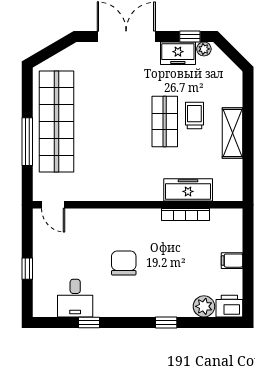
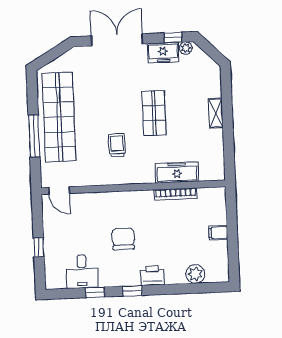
trolley: (194, 116) -> (117, 145), moved
shelving: (232, 133) -> (216, 113), width x0.67, depth x0.75
printer: (229, 306) -> (152, 276), moved
window: (166, 322) -> (132, 291), moved

